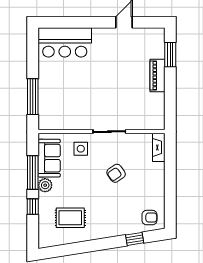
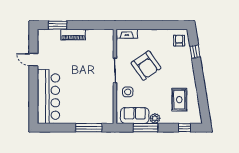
bar counter: (65, 42) -> (48, 97), width x1.36
armchair: (116, 173) -> (146, 66), width x1.88, depth x1.88
window: (33, 207) -> (185, 128), moved

